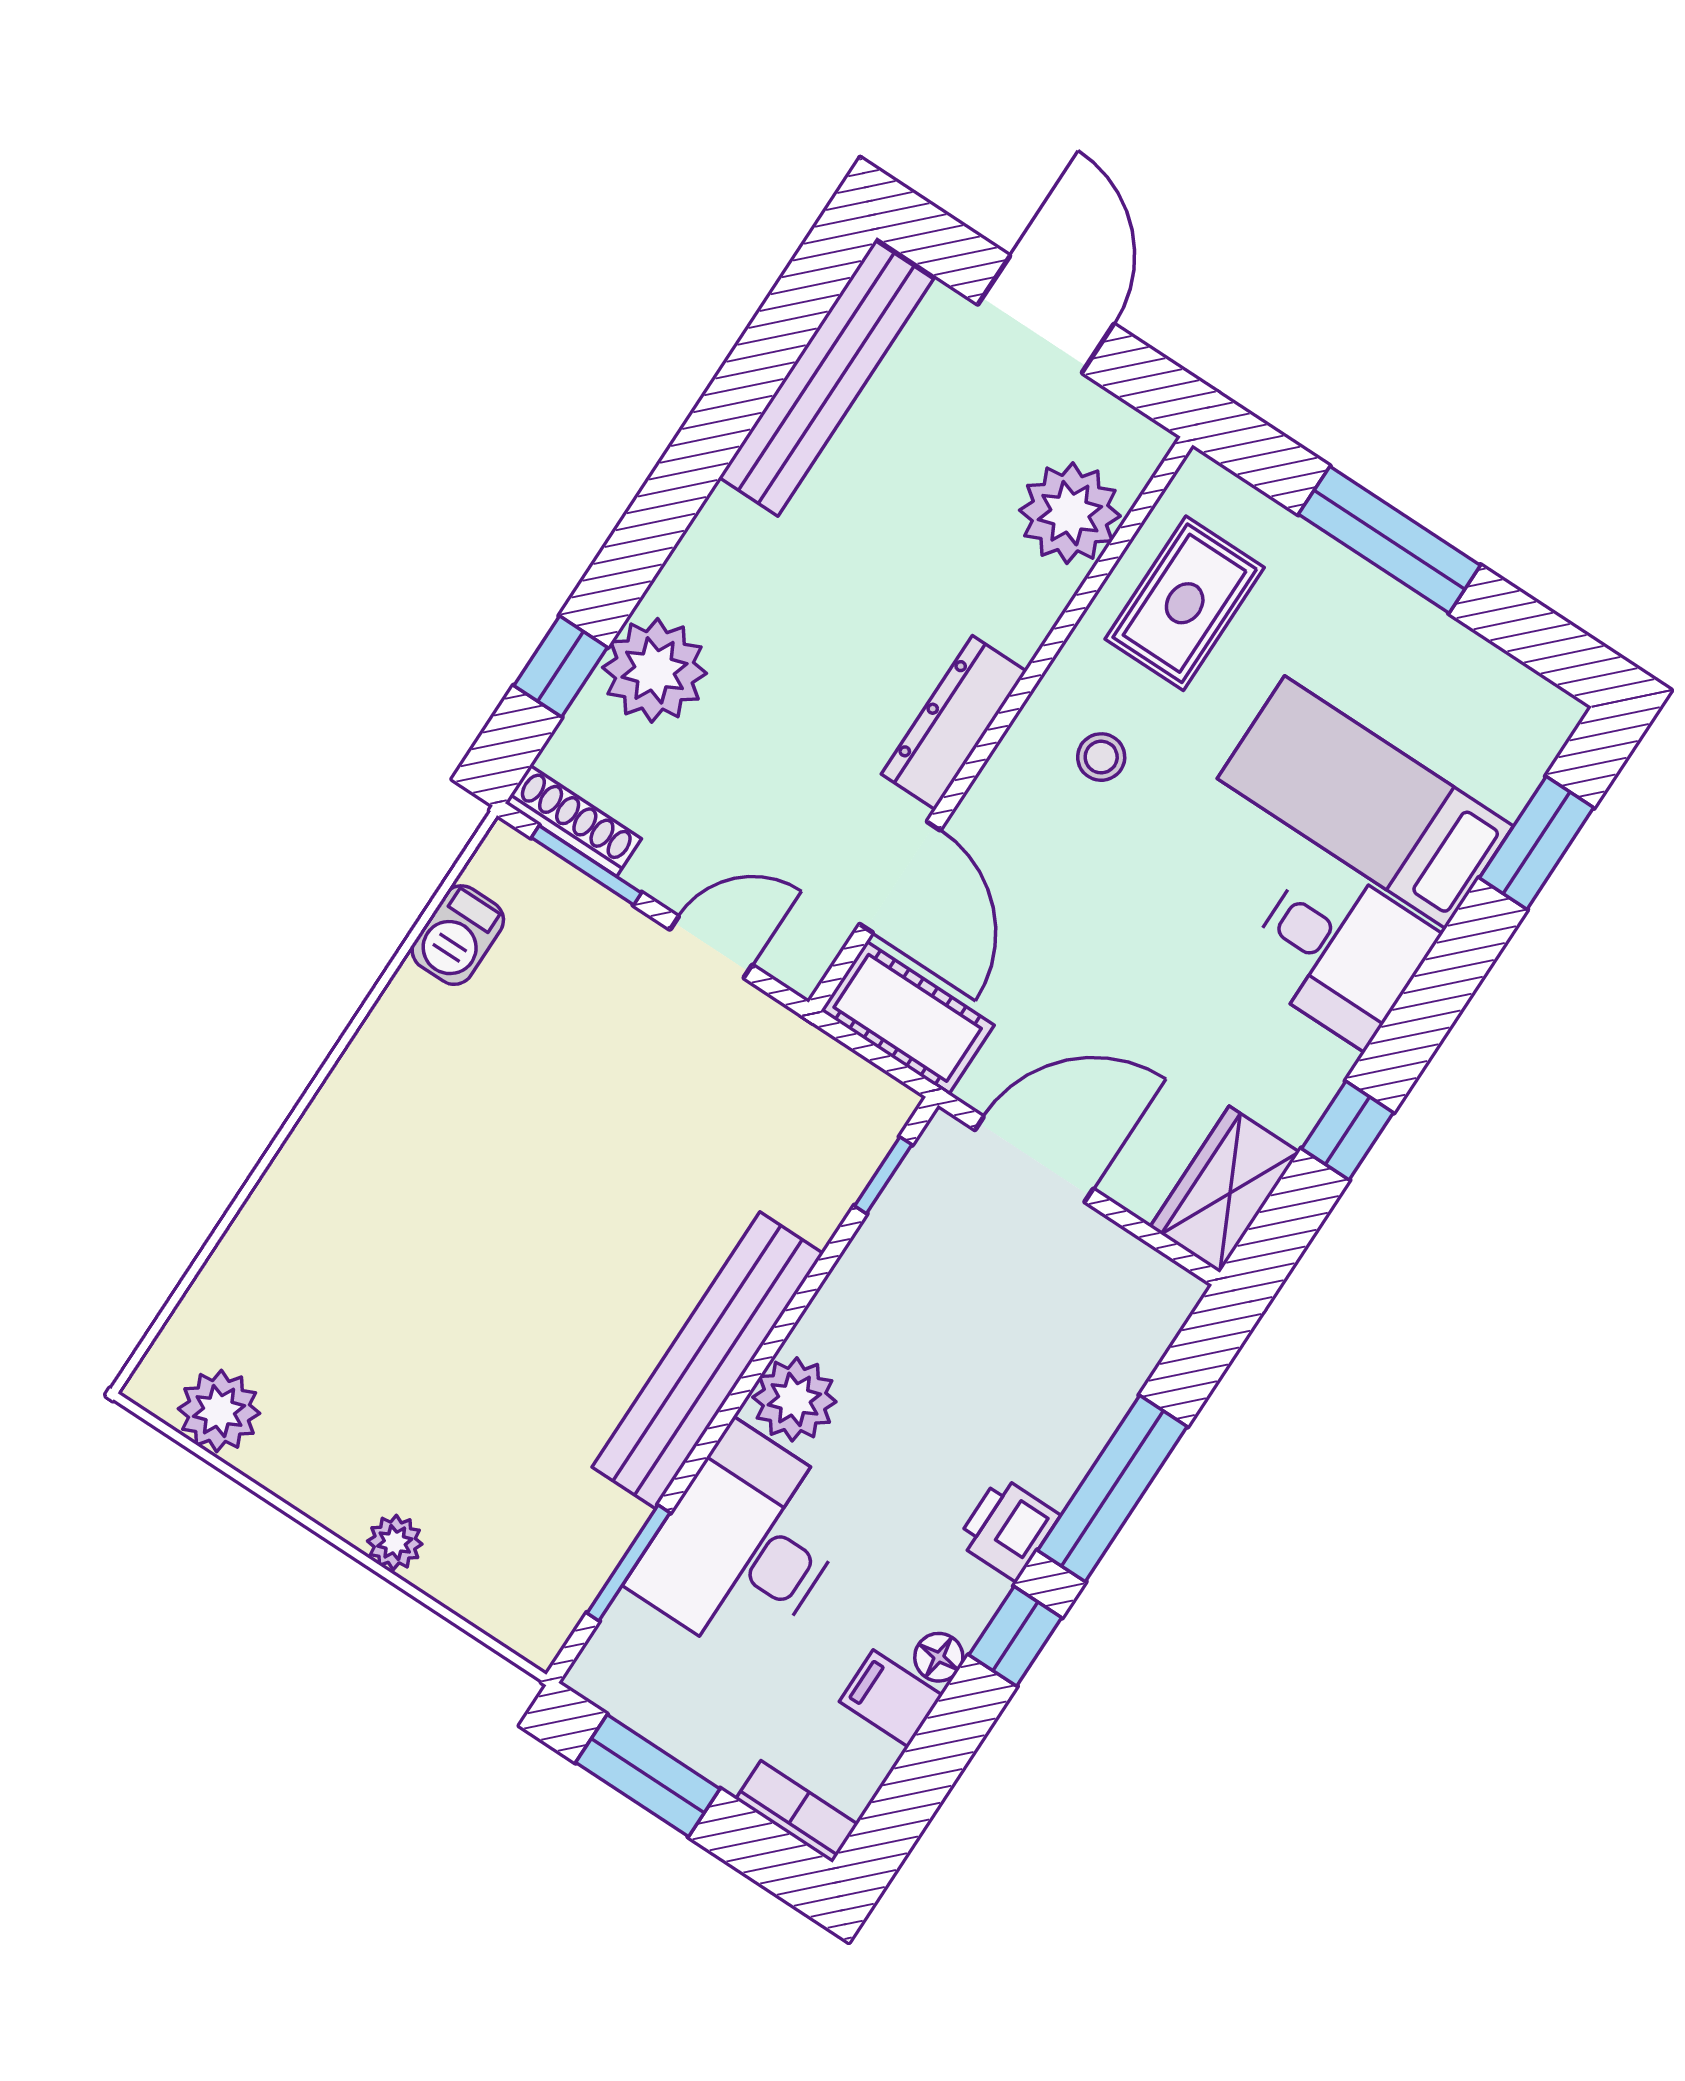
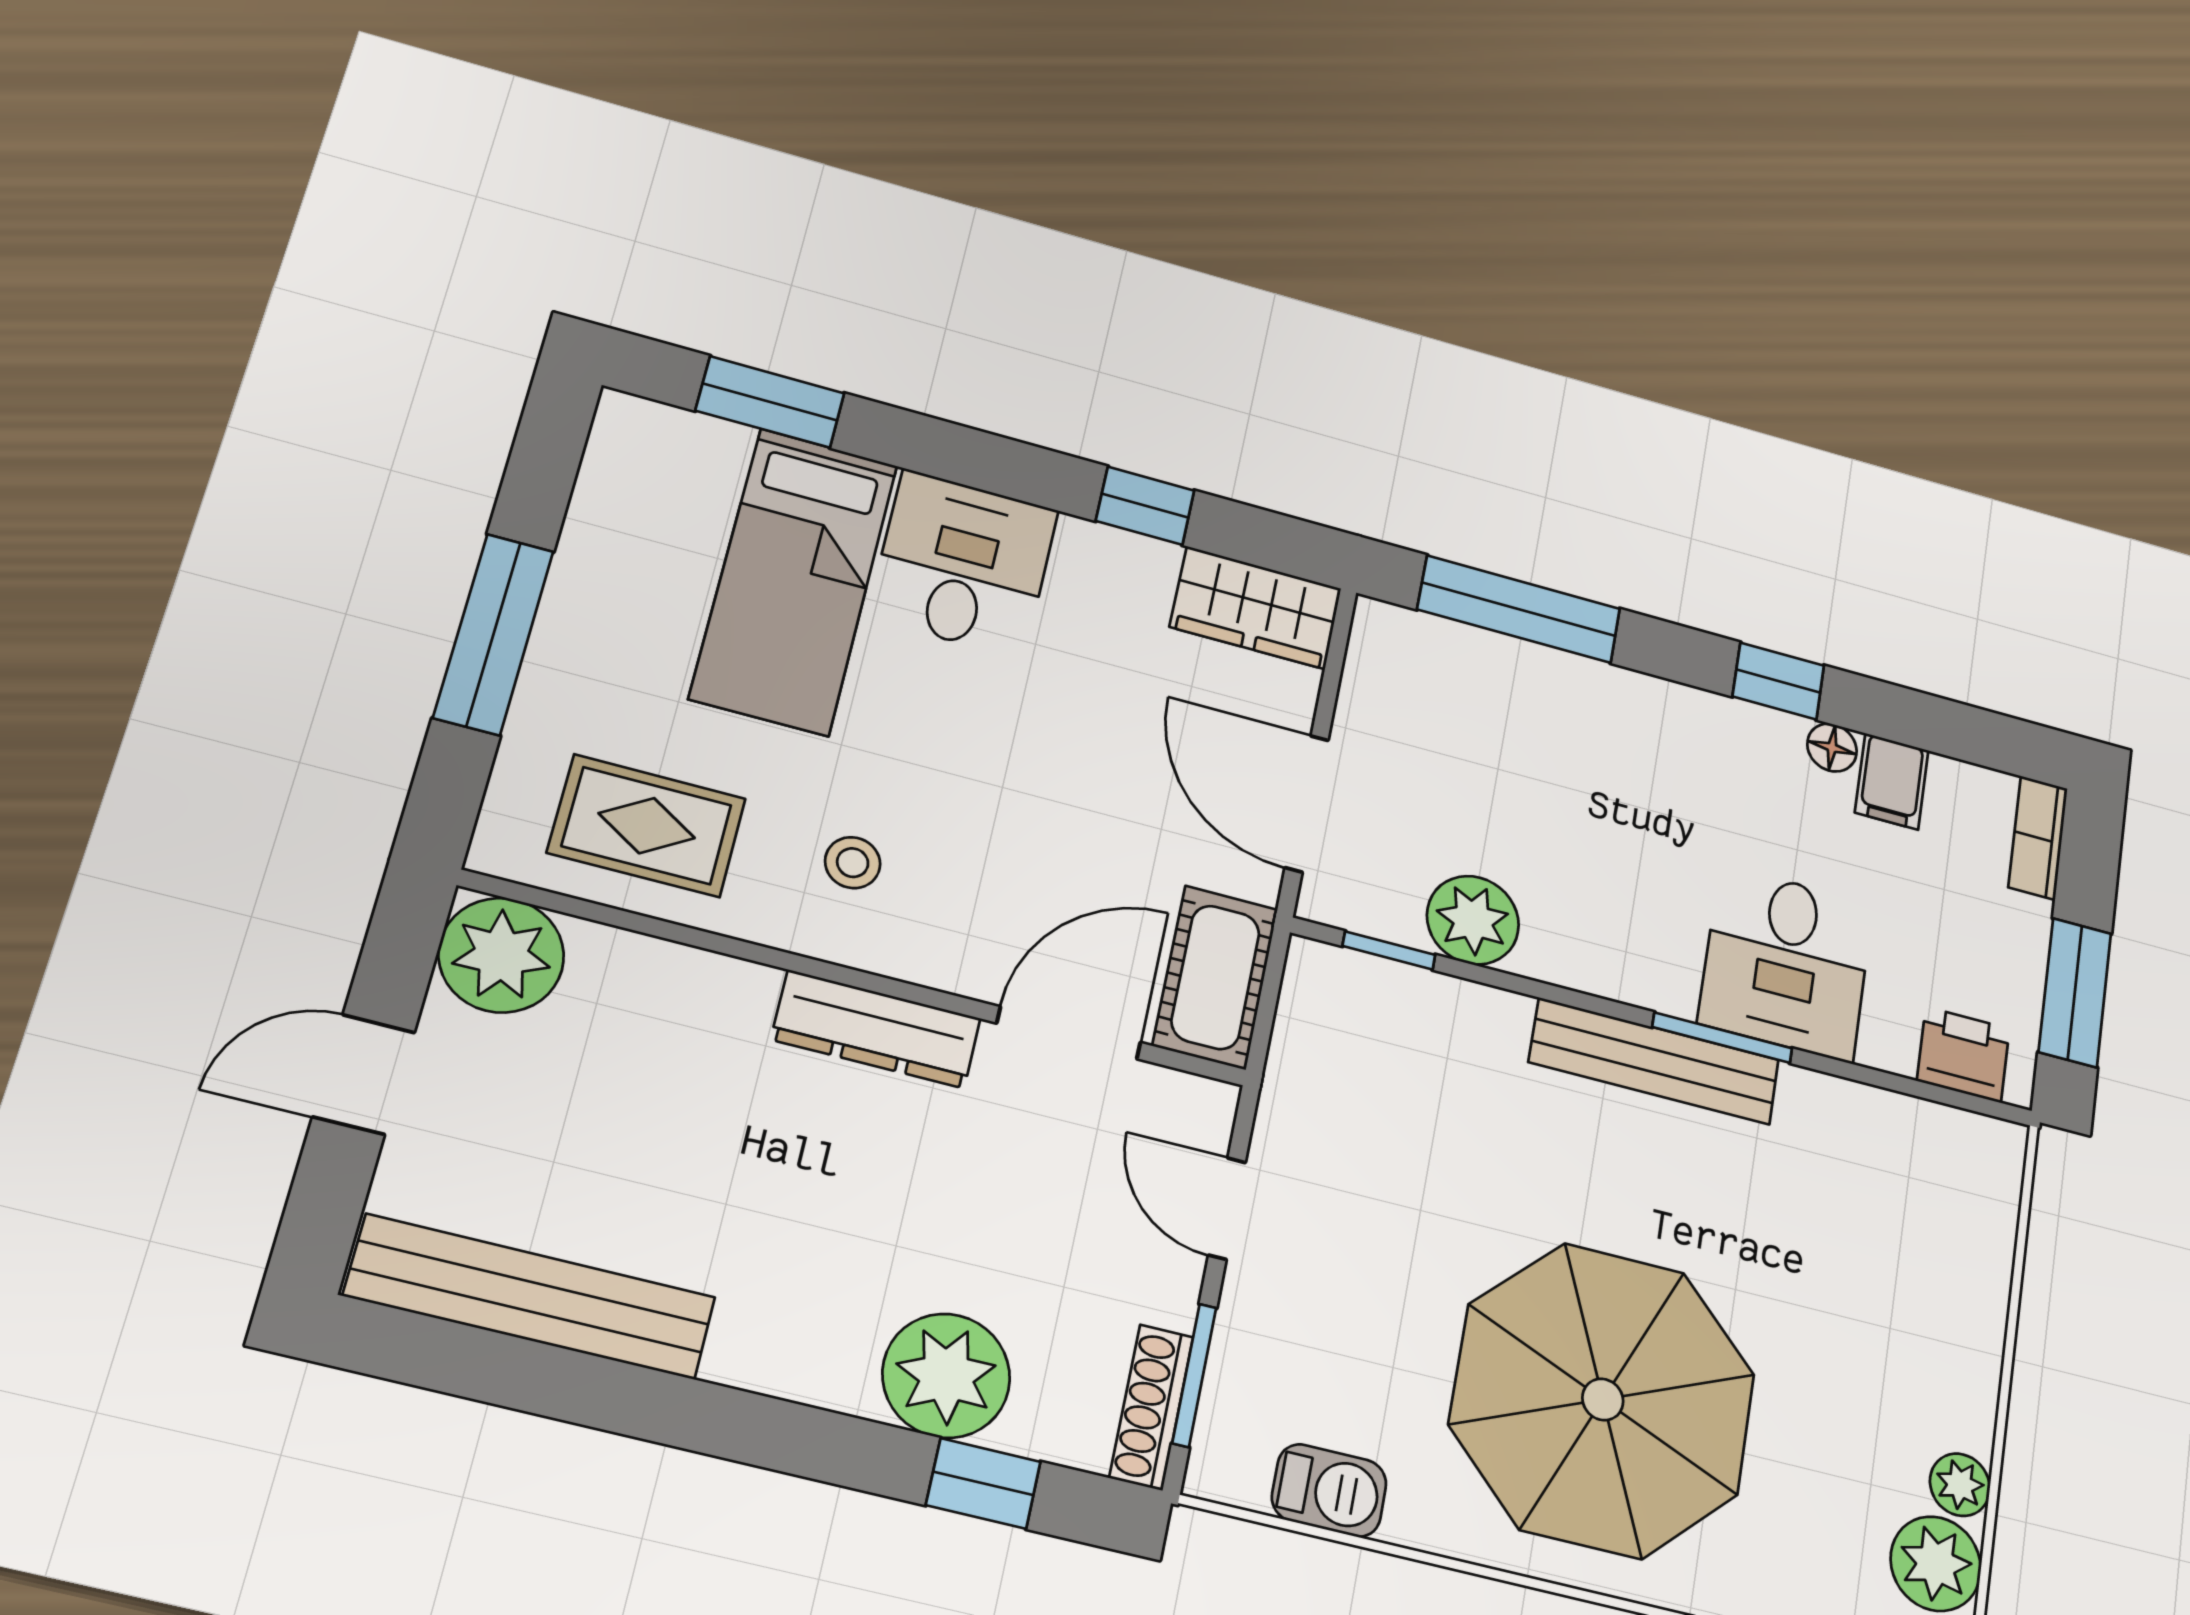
door: (1046, 314) -> (364, 1074), width x0.73
plant: (1070, 513) -> (501, 955), moved
parasol: (450, 1191) -> (1603, 1399), added
bench: (708, 1360) -> (1654, 1061), width x0.73, depth x0.82
plant: (794, 1399) -> (1473, 920), moved
window: (1112, 1488) -> (1519, 609), moved
printer: (1008, 1529) -> (1963, 1055), moved, turned 180
plant: (395, 1543) -> (1960, 1485), moved
desk: (744, 1545) -> (1786, 963), width x0.73
window: (628, 1563) -> (1722, 1038), moved

